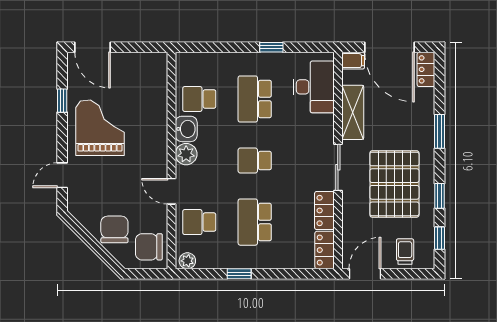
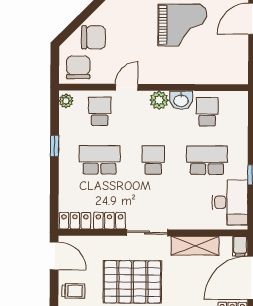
desk: (314, 87) -> (230, 202), moved, turned -90

